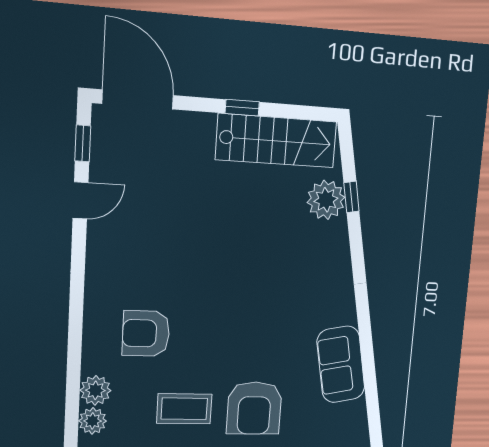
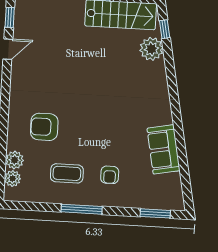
window: (351, 197) -> (165, 29), moved
armchair: (254, 408) -> (110, 175), width x0.53, depth x0.53

